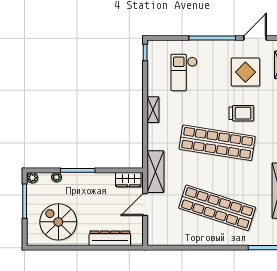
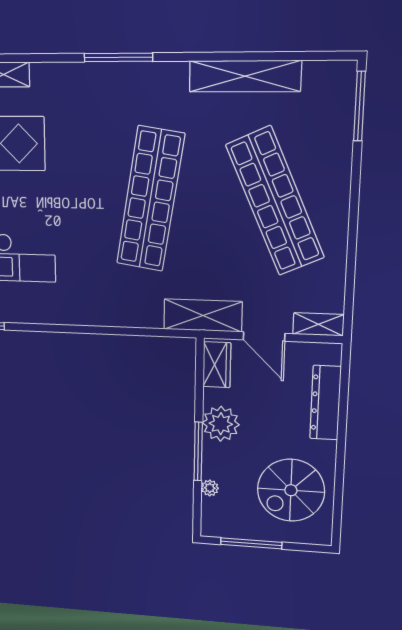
shelving: (153, 110) -> (318, 324), moved
trolley: (241, 113) -> (95, 152), removed
plant: (32, 178) -> (221, 424), moved, width x1.87, depth x1.87
shop shelf: (217, 208) -> (275, 201), turned -42

